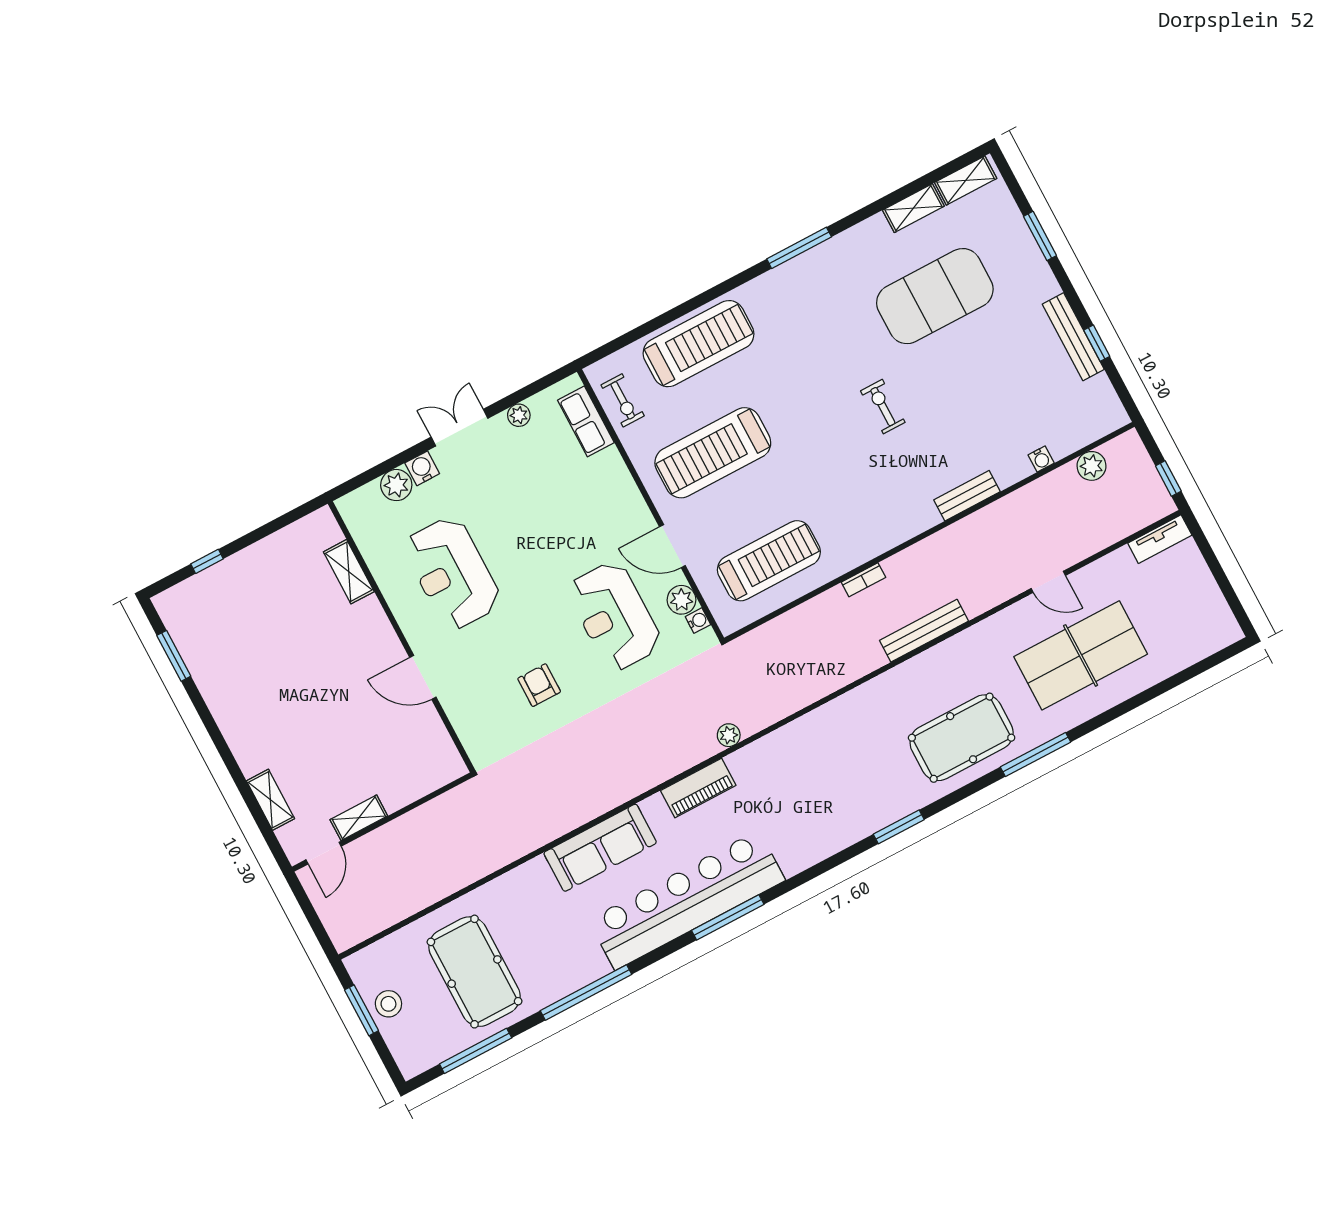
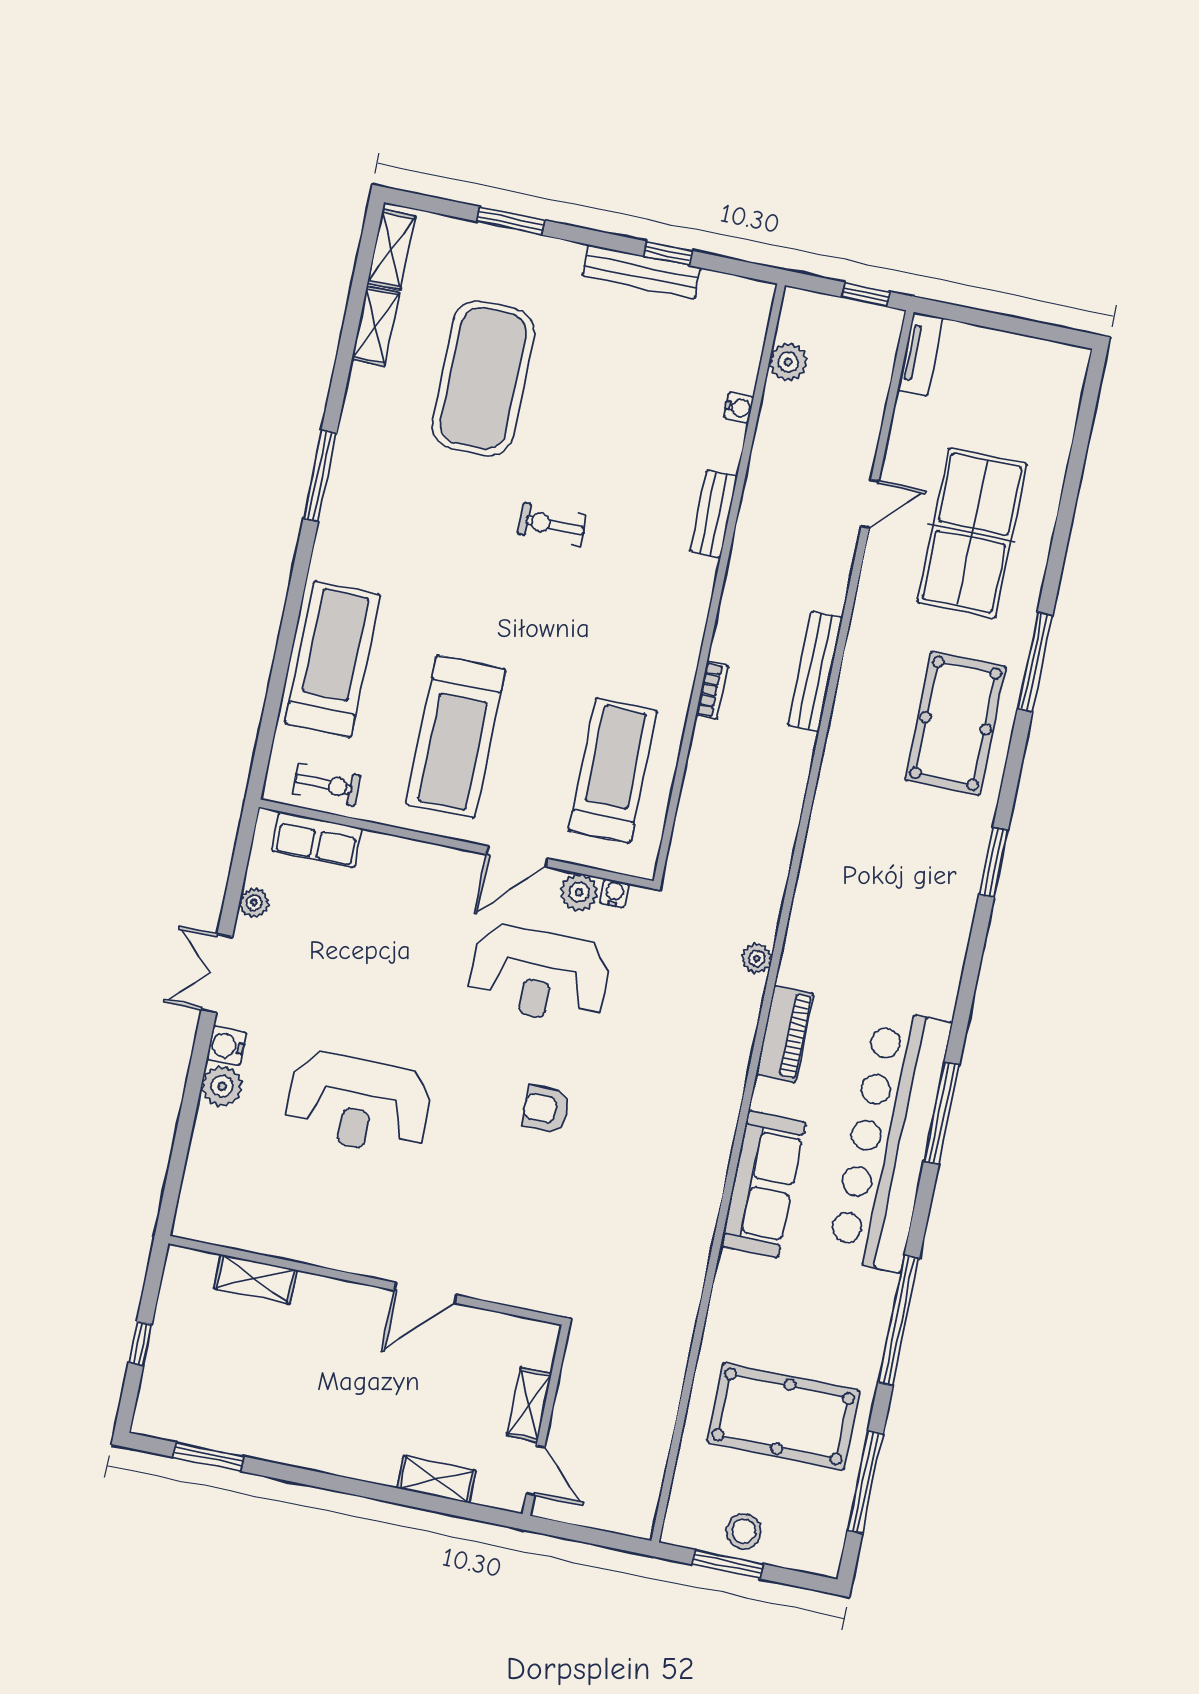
shelving: (349, 572) -> (255, 1279), moved
wall: (401, 637) -> (366, 1280), moved
door: (423, 677) -> (425, 1293), moved

